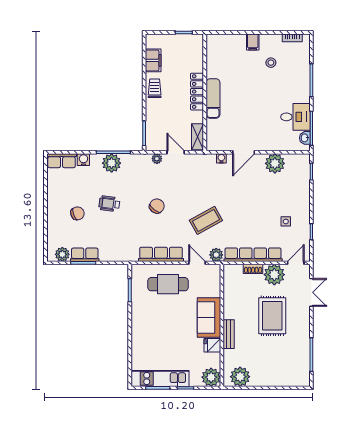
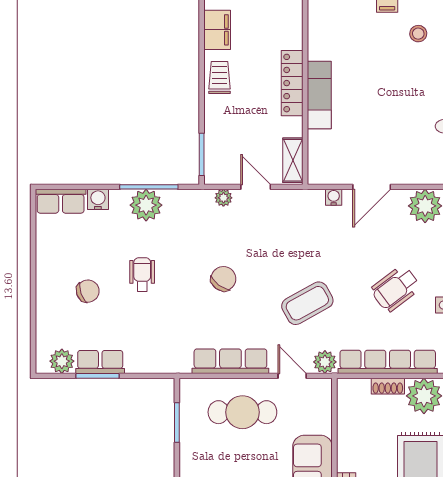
wheelchair: (109, 204) -> (142, 275), turned 83
wheelchair: (258, 212) -> (396, 289), added

